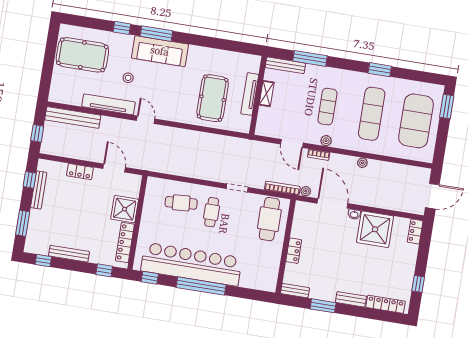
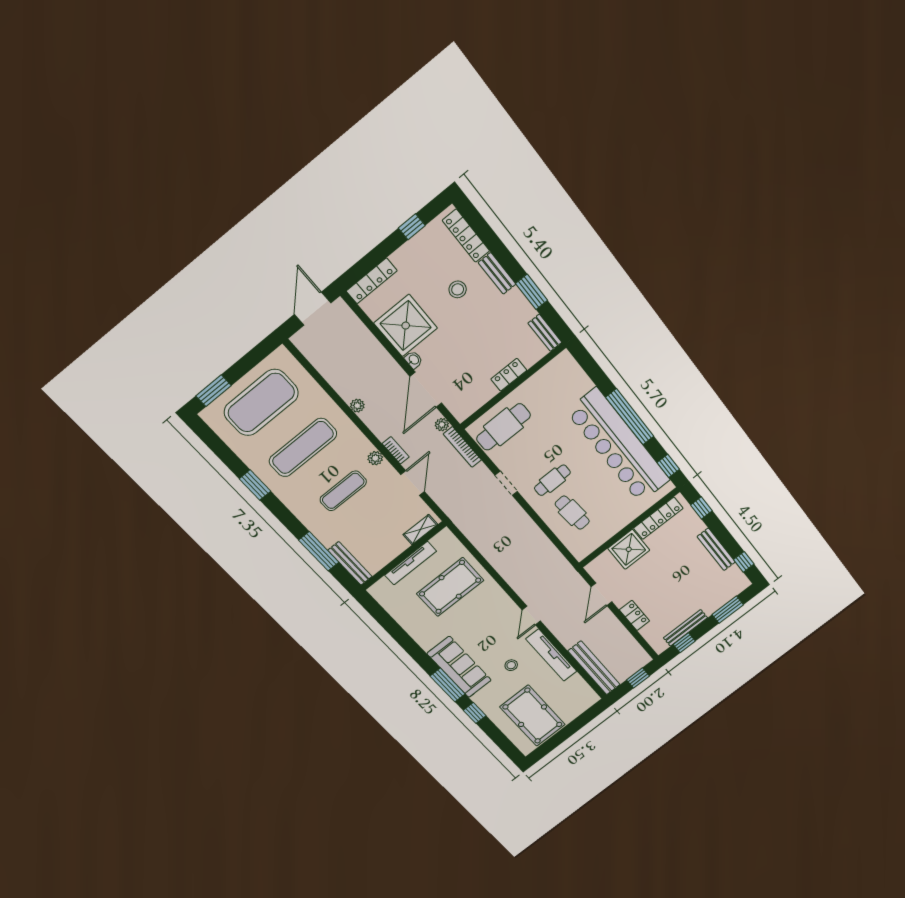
shelving: (267, 94) -> (420, 530), moved
door: (432, 196) -> (313, 309), hinge flipped
locker: (415, 231) -> (372, 281), width x1.53
stool: (364, 273) -> (458, 289), added

